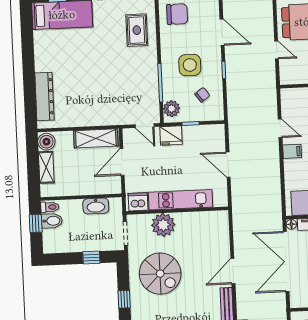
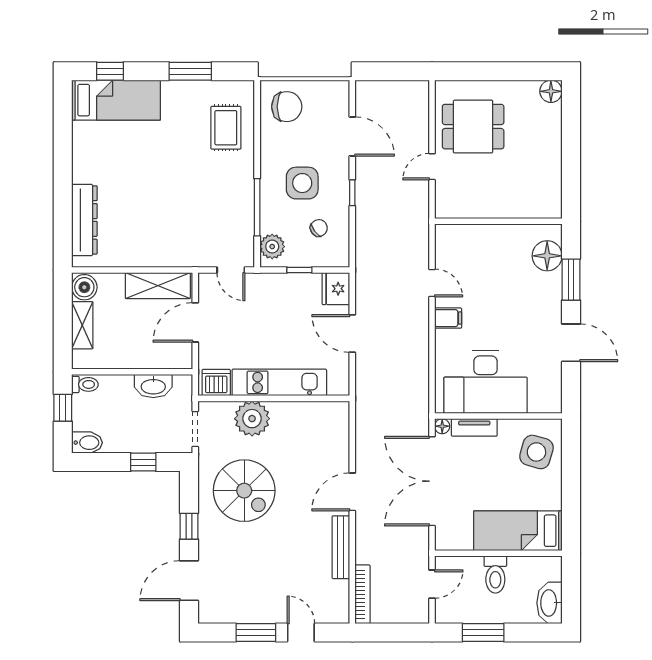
door: (277, 50) -> (432, 167), swing flipped
fridge: (171, 136) -> (336, 289), moved, turned 90
bidet: (52, 221) -> (87, 443), moved

